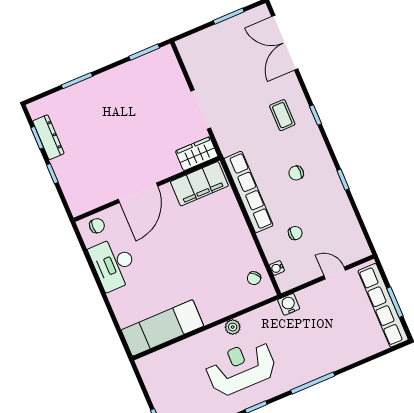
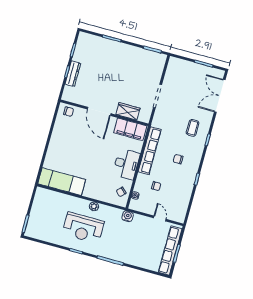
dresser: (48, 137) -> (73, 74), moved
wardrobe: (197, 154) -> (128, 111), moved
door: (138, 193) -> (99, 111), hinge flipped
desk: (114, 264) -> (126, 164), moved, turned 180
reception desk: (241, 368) -> (83, 228), turned 180

